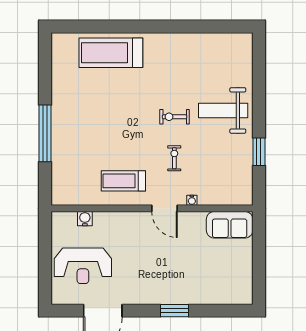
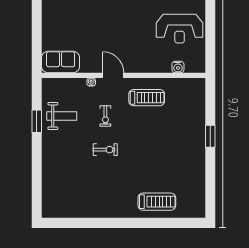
treadmill: (111, 53) -> (157, 202), width x0.73, depth x0.73
weight bench: (223, 110) -> (62, 116), moved, width x0.73, depth x0.75
window: (45, 133) -> (210, 136), width x0.47
reception desk: (83, 266) -> (180, 29), turned 180

